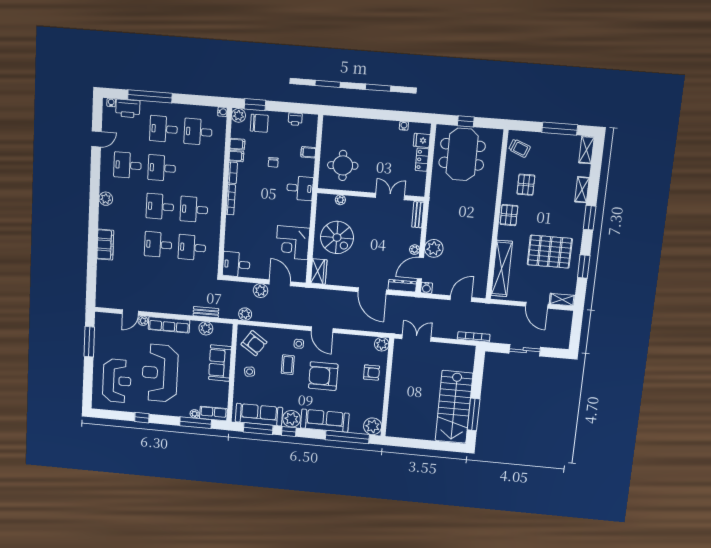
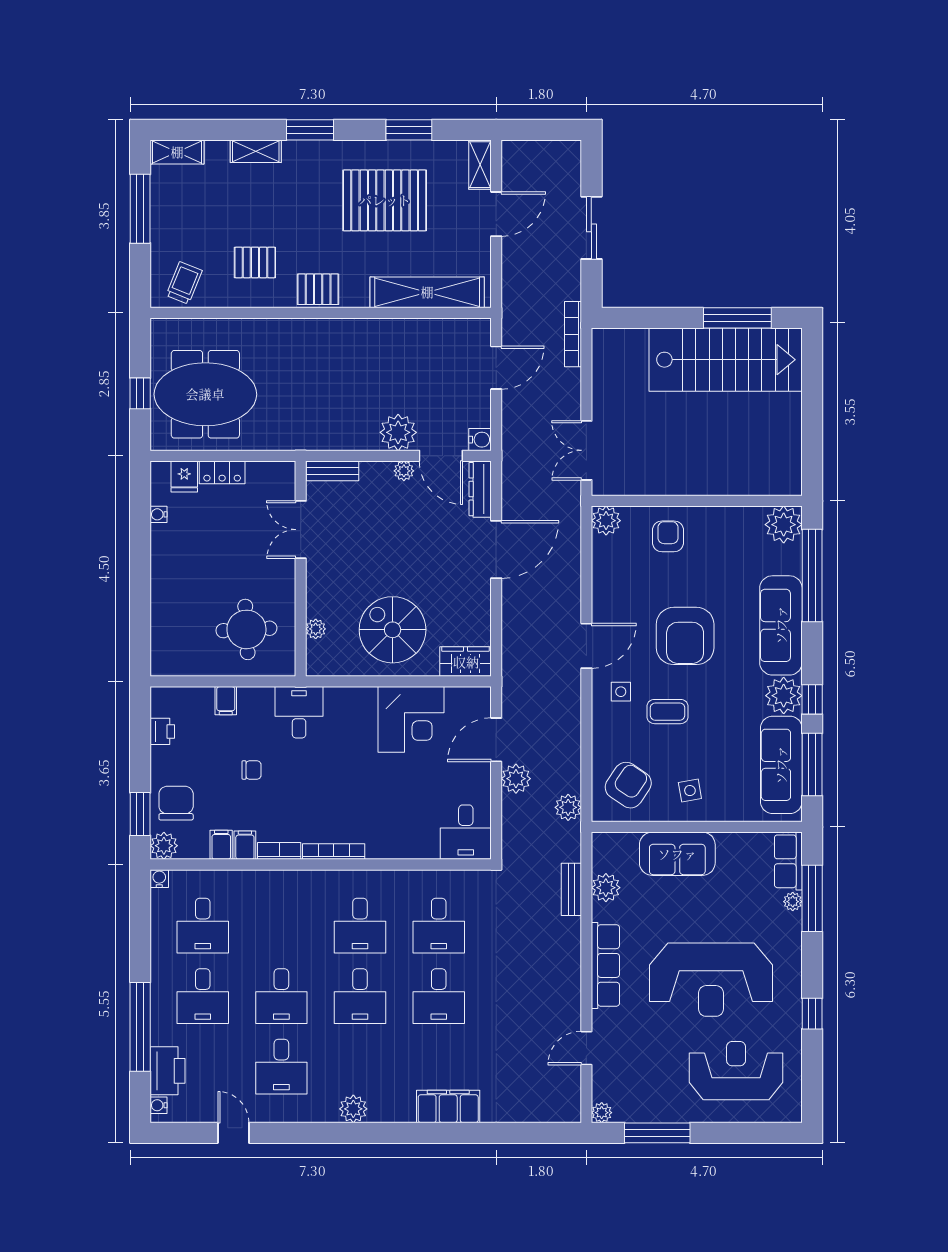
spiral stairs: (337, 237) -> (393, 630), turned -90
pallet: (550, 252) -> (385, 200), turned 90
door: (461, 299) -> (496, 368), swing flipped
door: (130, 312) -> (586, 1048), swing flipped
plant: (143, 321) -> (602, 1113), moved

